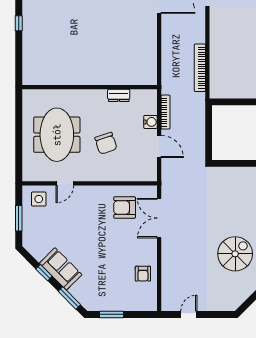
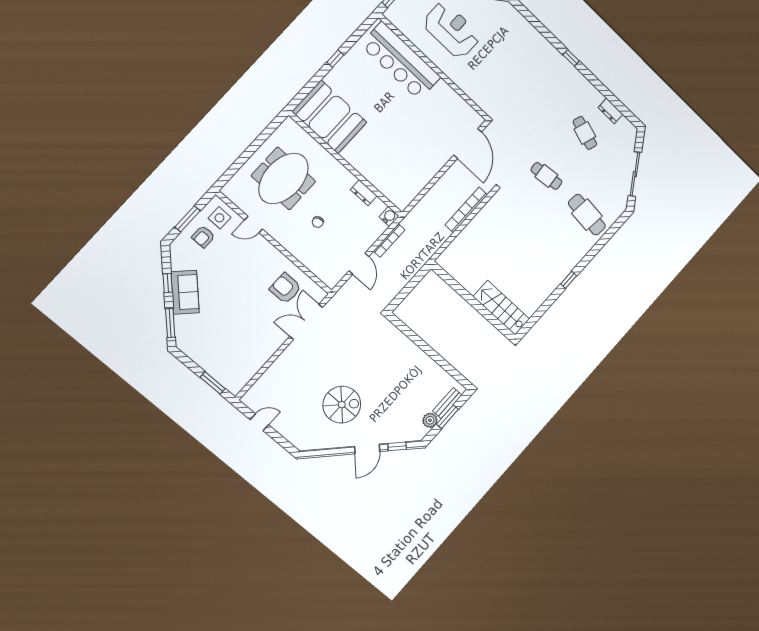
booth: (50, 66) -> (330, 117), added
bookcase: (200, 68) -> (466, 210), moved
water cooler: (150, 122) -> (389, 216), moved, turned -90
chair: (106, 143) -> (318, 222), width x0.54, depth x0.54
armchair: (143, 274) -> (203, 237), moved
window: (111, 314) -> (213, 383), moved

